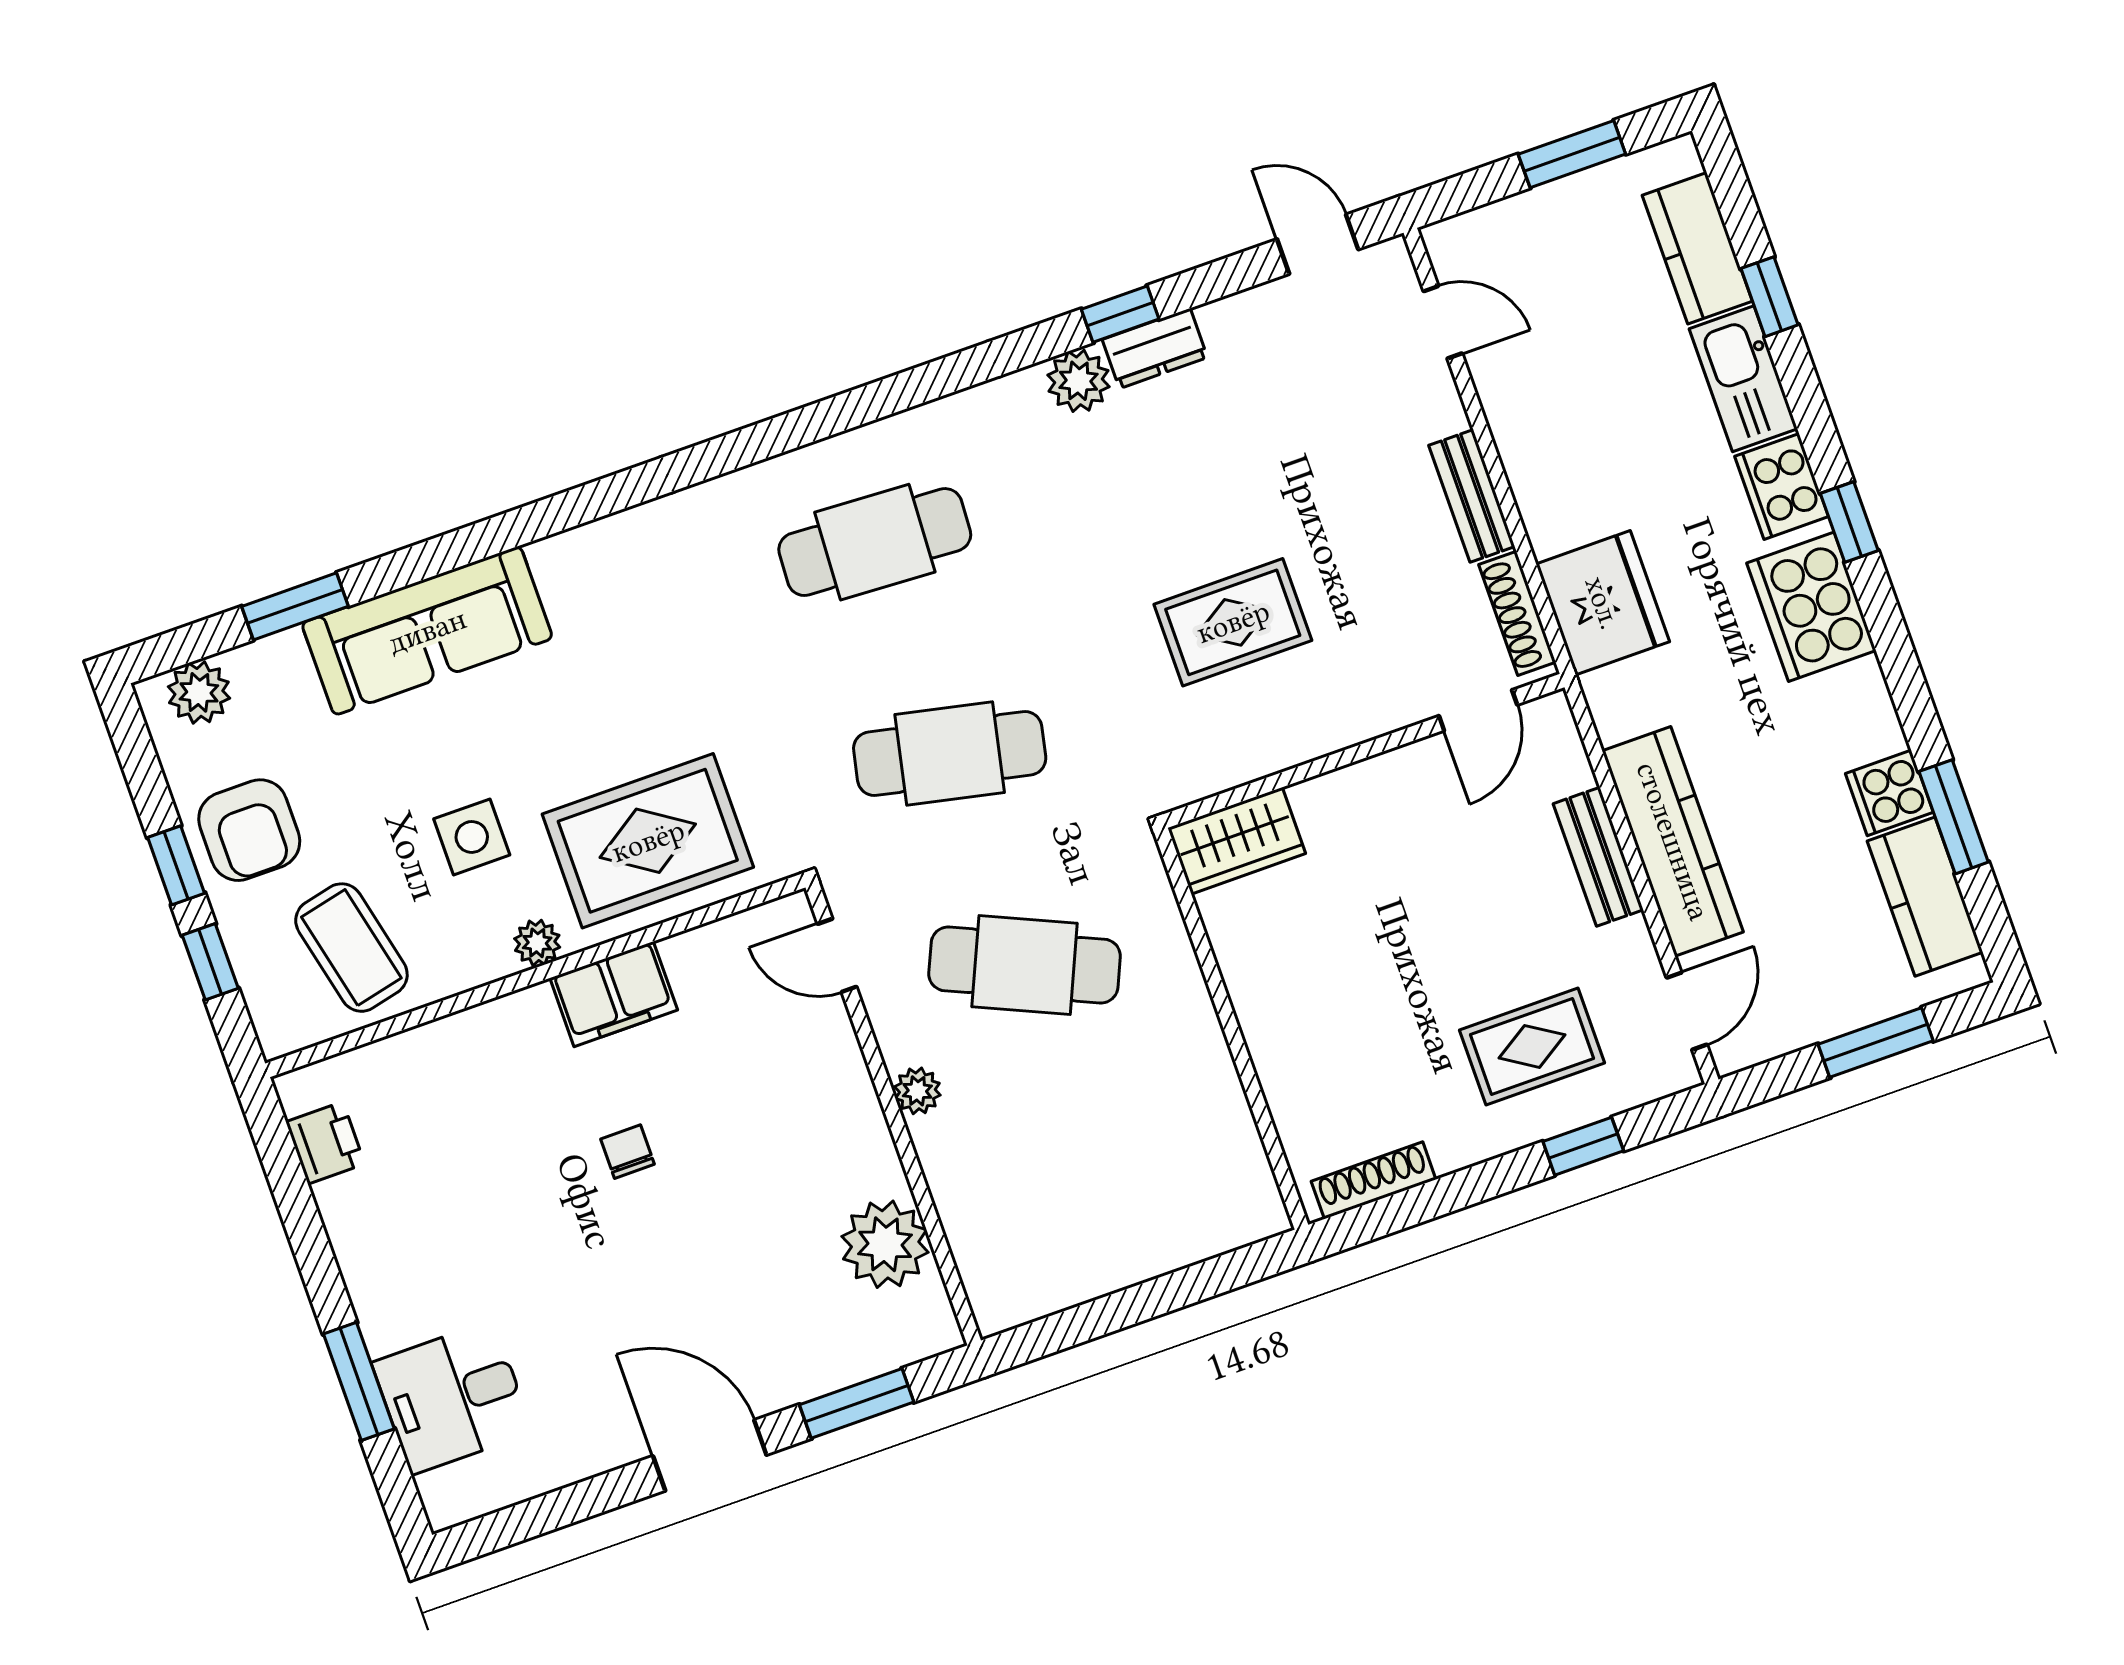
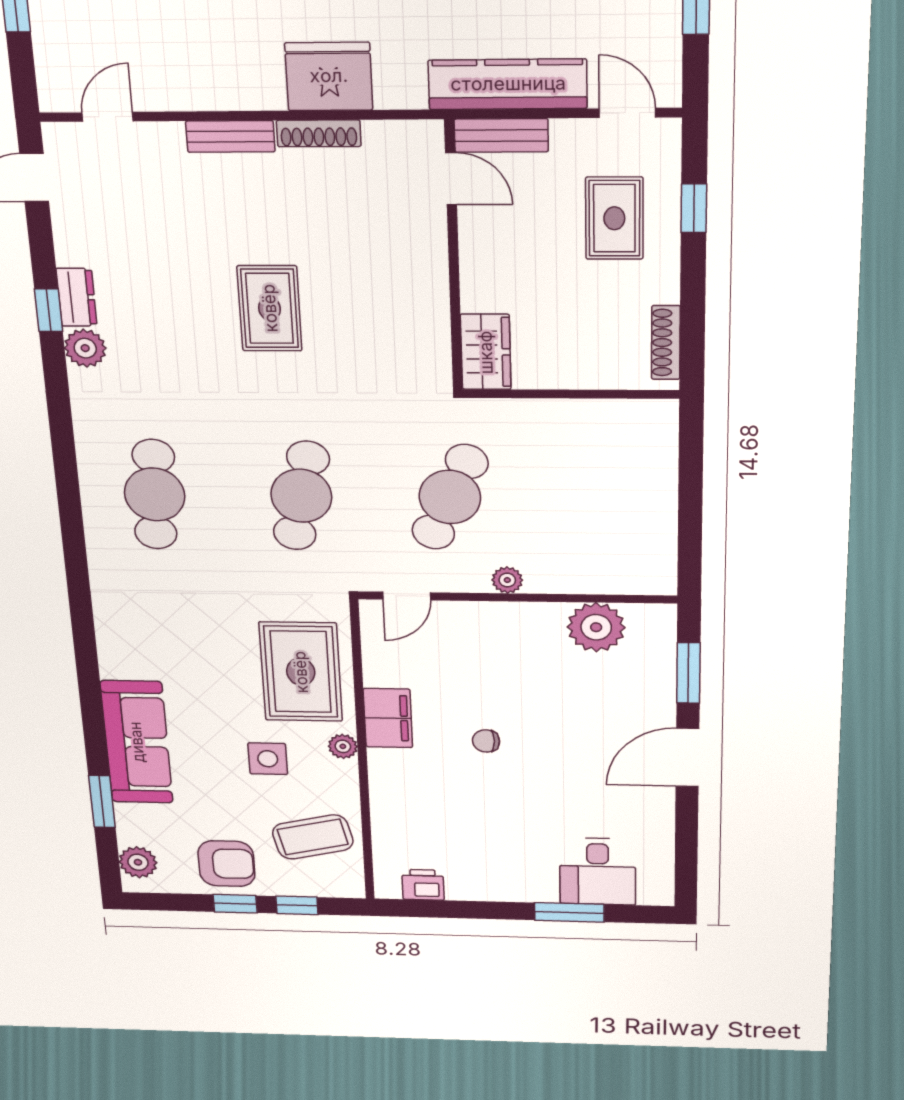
door: (1478, 710) -> (451, 179), moved
wall: (1364, 751) -> (454, 257), moved
wardrobe: (1237, 841) -> (486, 352), moved

